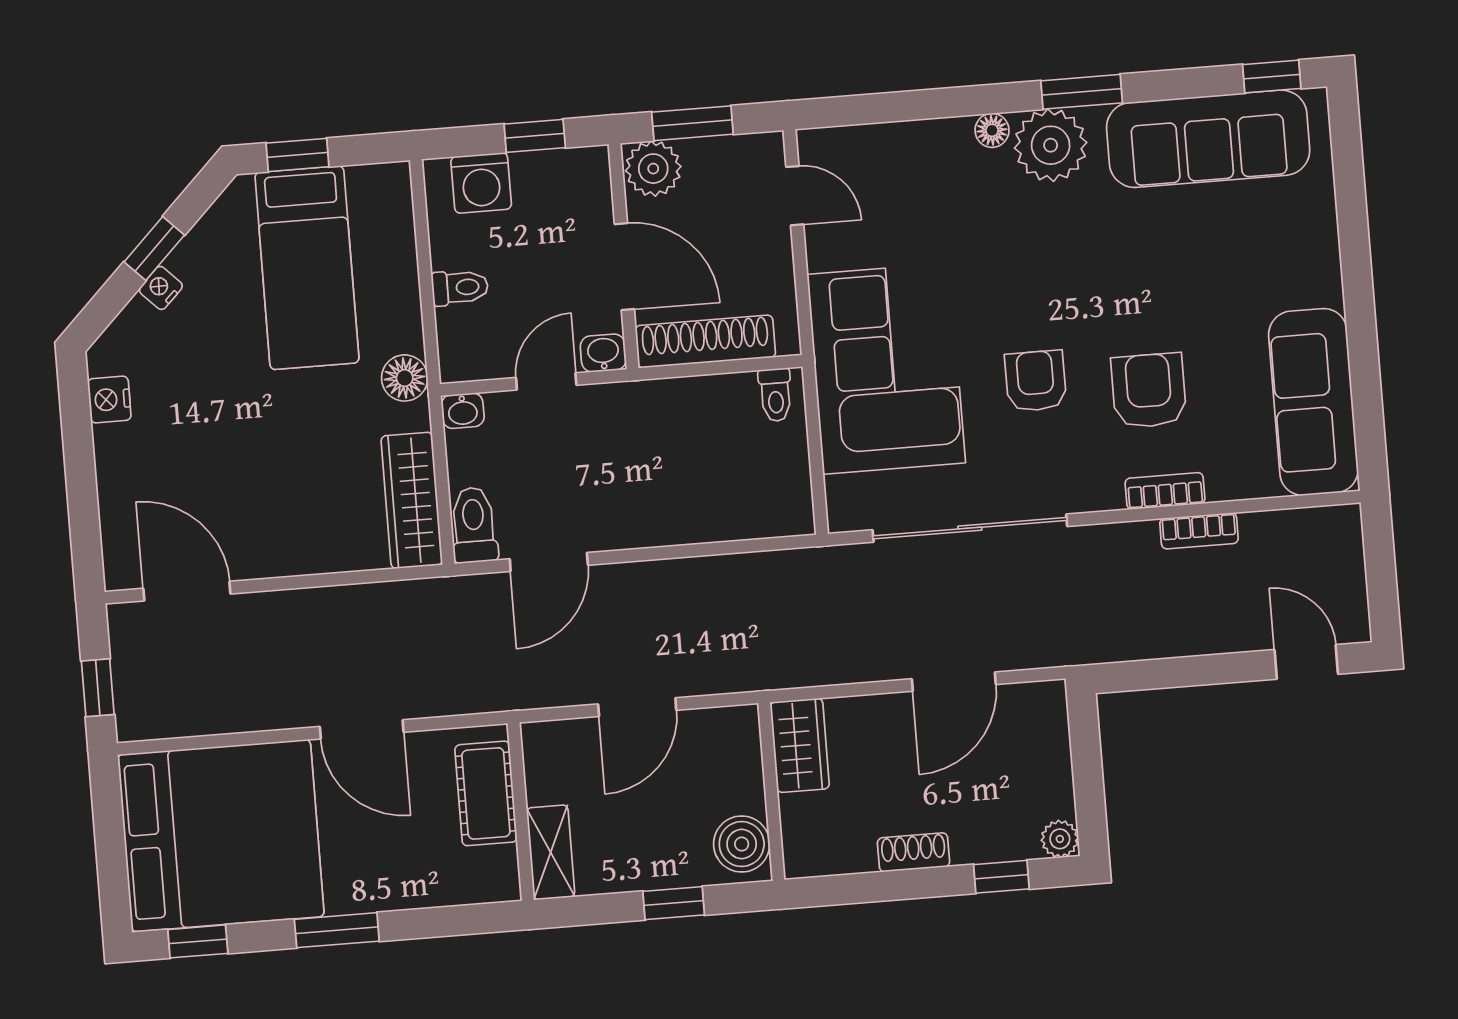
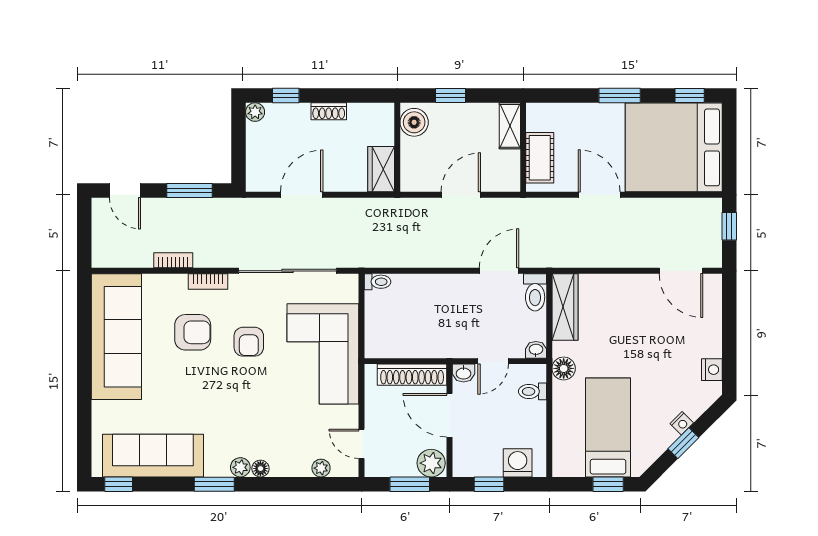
plant: (872, 141) -> (321, 468), added
plant: (1051, 145) -> (240, 467), width x0.53, depth x0.53
toilet: (460, 288) -> (532, 391), moved
armchair: (1149, 391) -> (193, 332), turned -90
toilet: (775, 395) -> (378, 282), moved, turned 90
sofa: (1313, 402) -> (116, 337), width x1.36, depth x1.27
bookcase: (1165, 491) -> (208, 282), moved
window: (1178, 672) -> (190, 191), added

